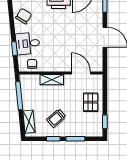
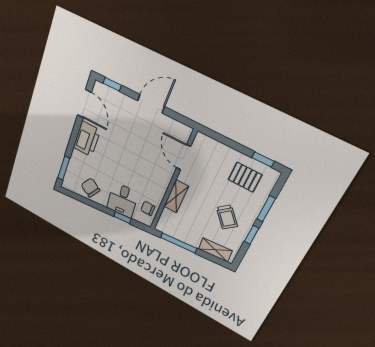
door: (81, 73) -> (184, 157), hinge flipped
pallet: (91, 102) -> (245, 177), moved

